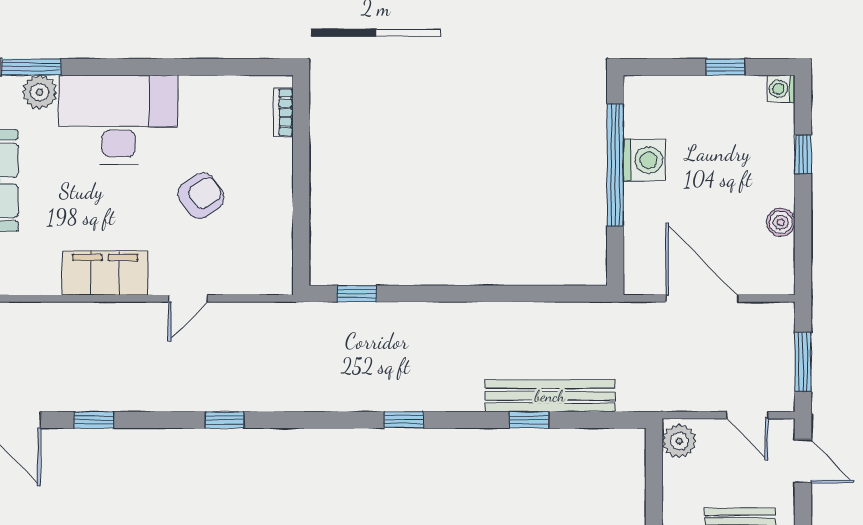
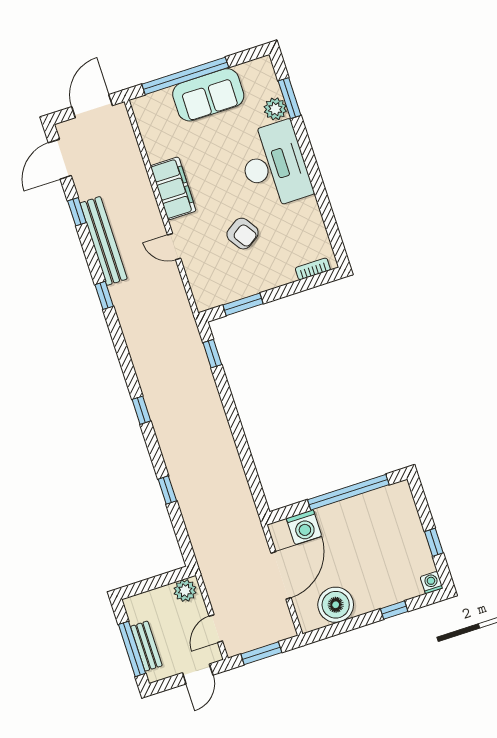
washing machine: (644, 160) -> (304, 527), moved
boiler: (781, 222) -> (336, 605), width x1.86, depth x1.86
window: (301, 228) -> (243, 304), added
bench: (550, 396) -> (104, 241), moved

